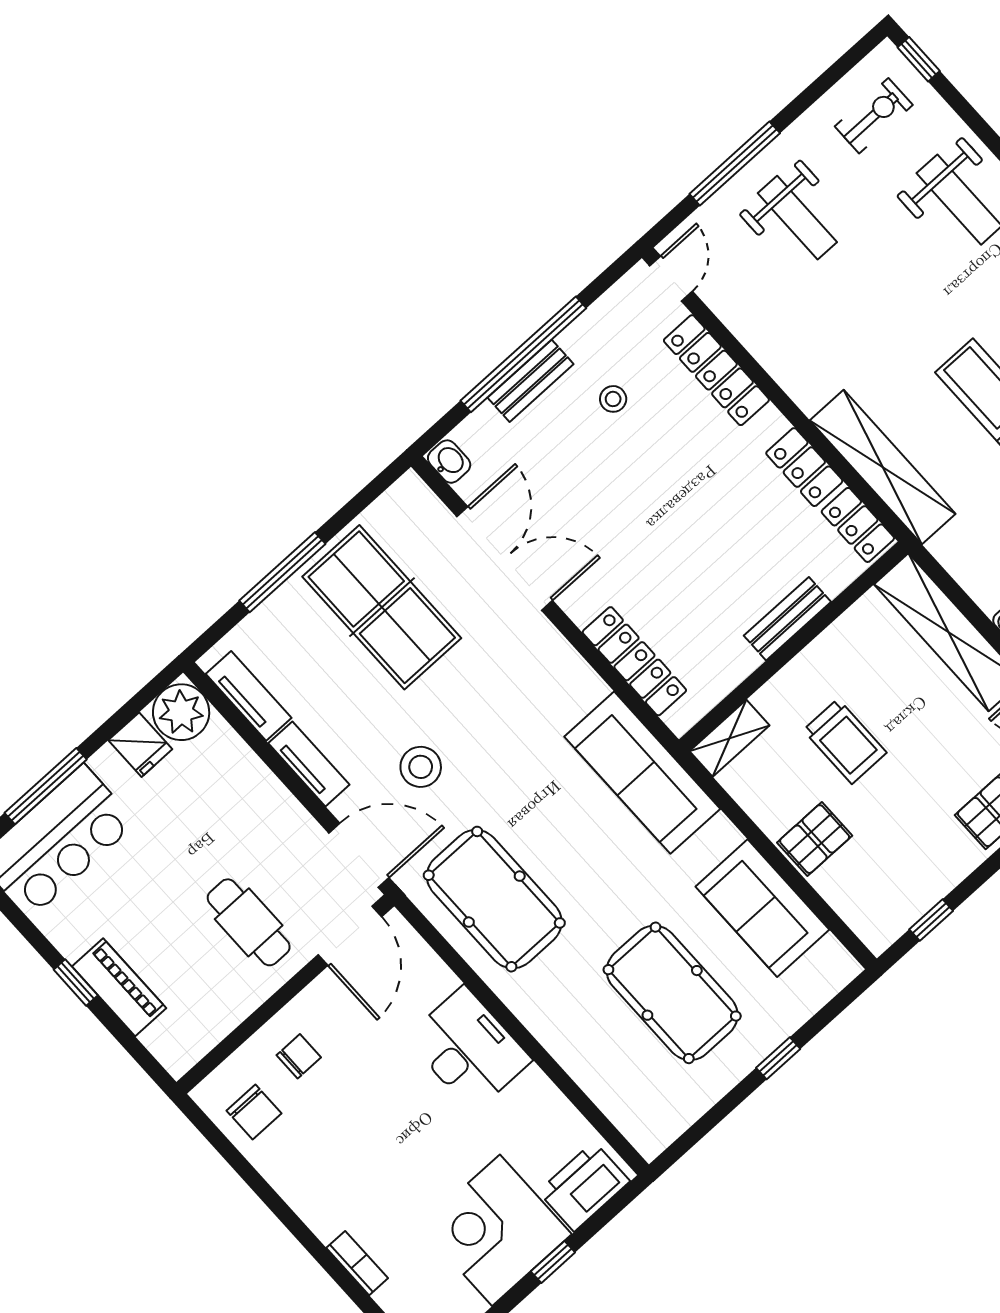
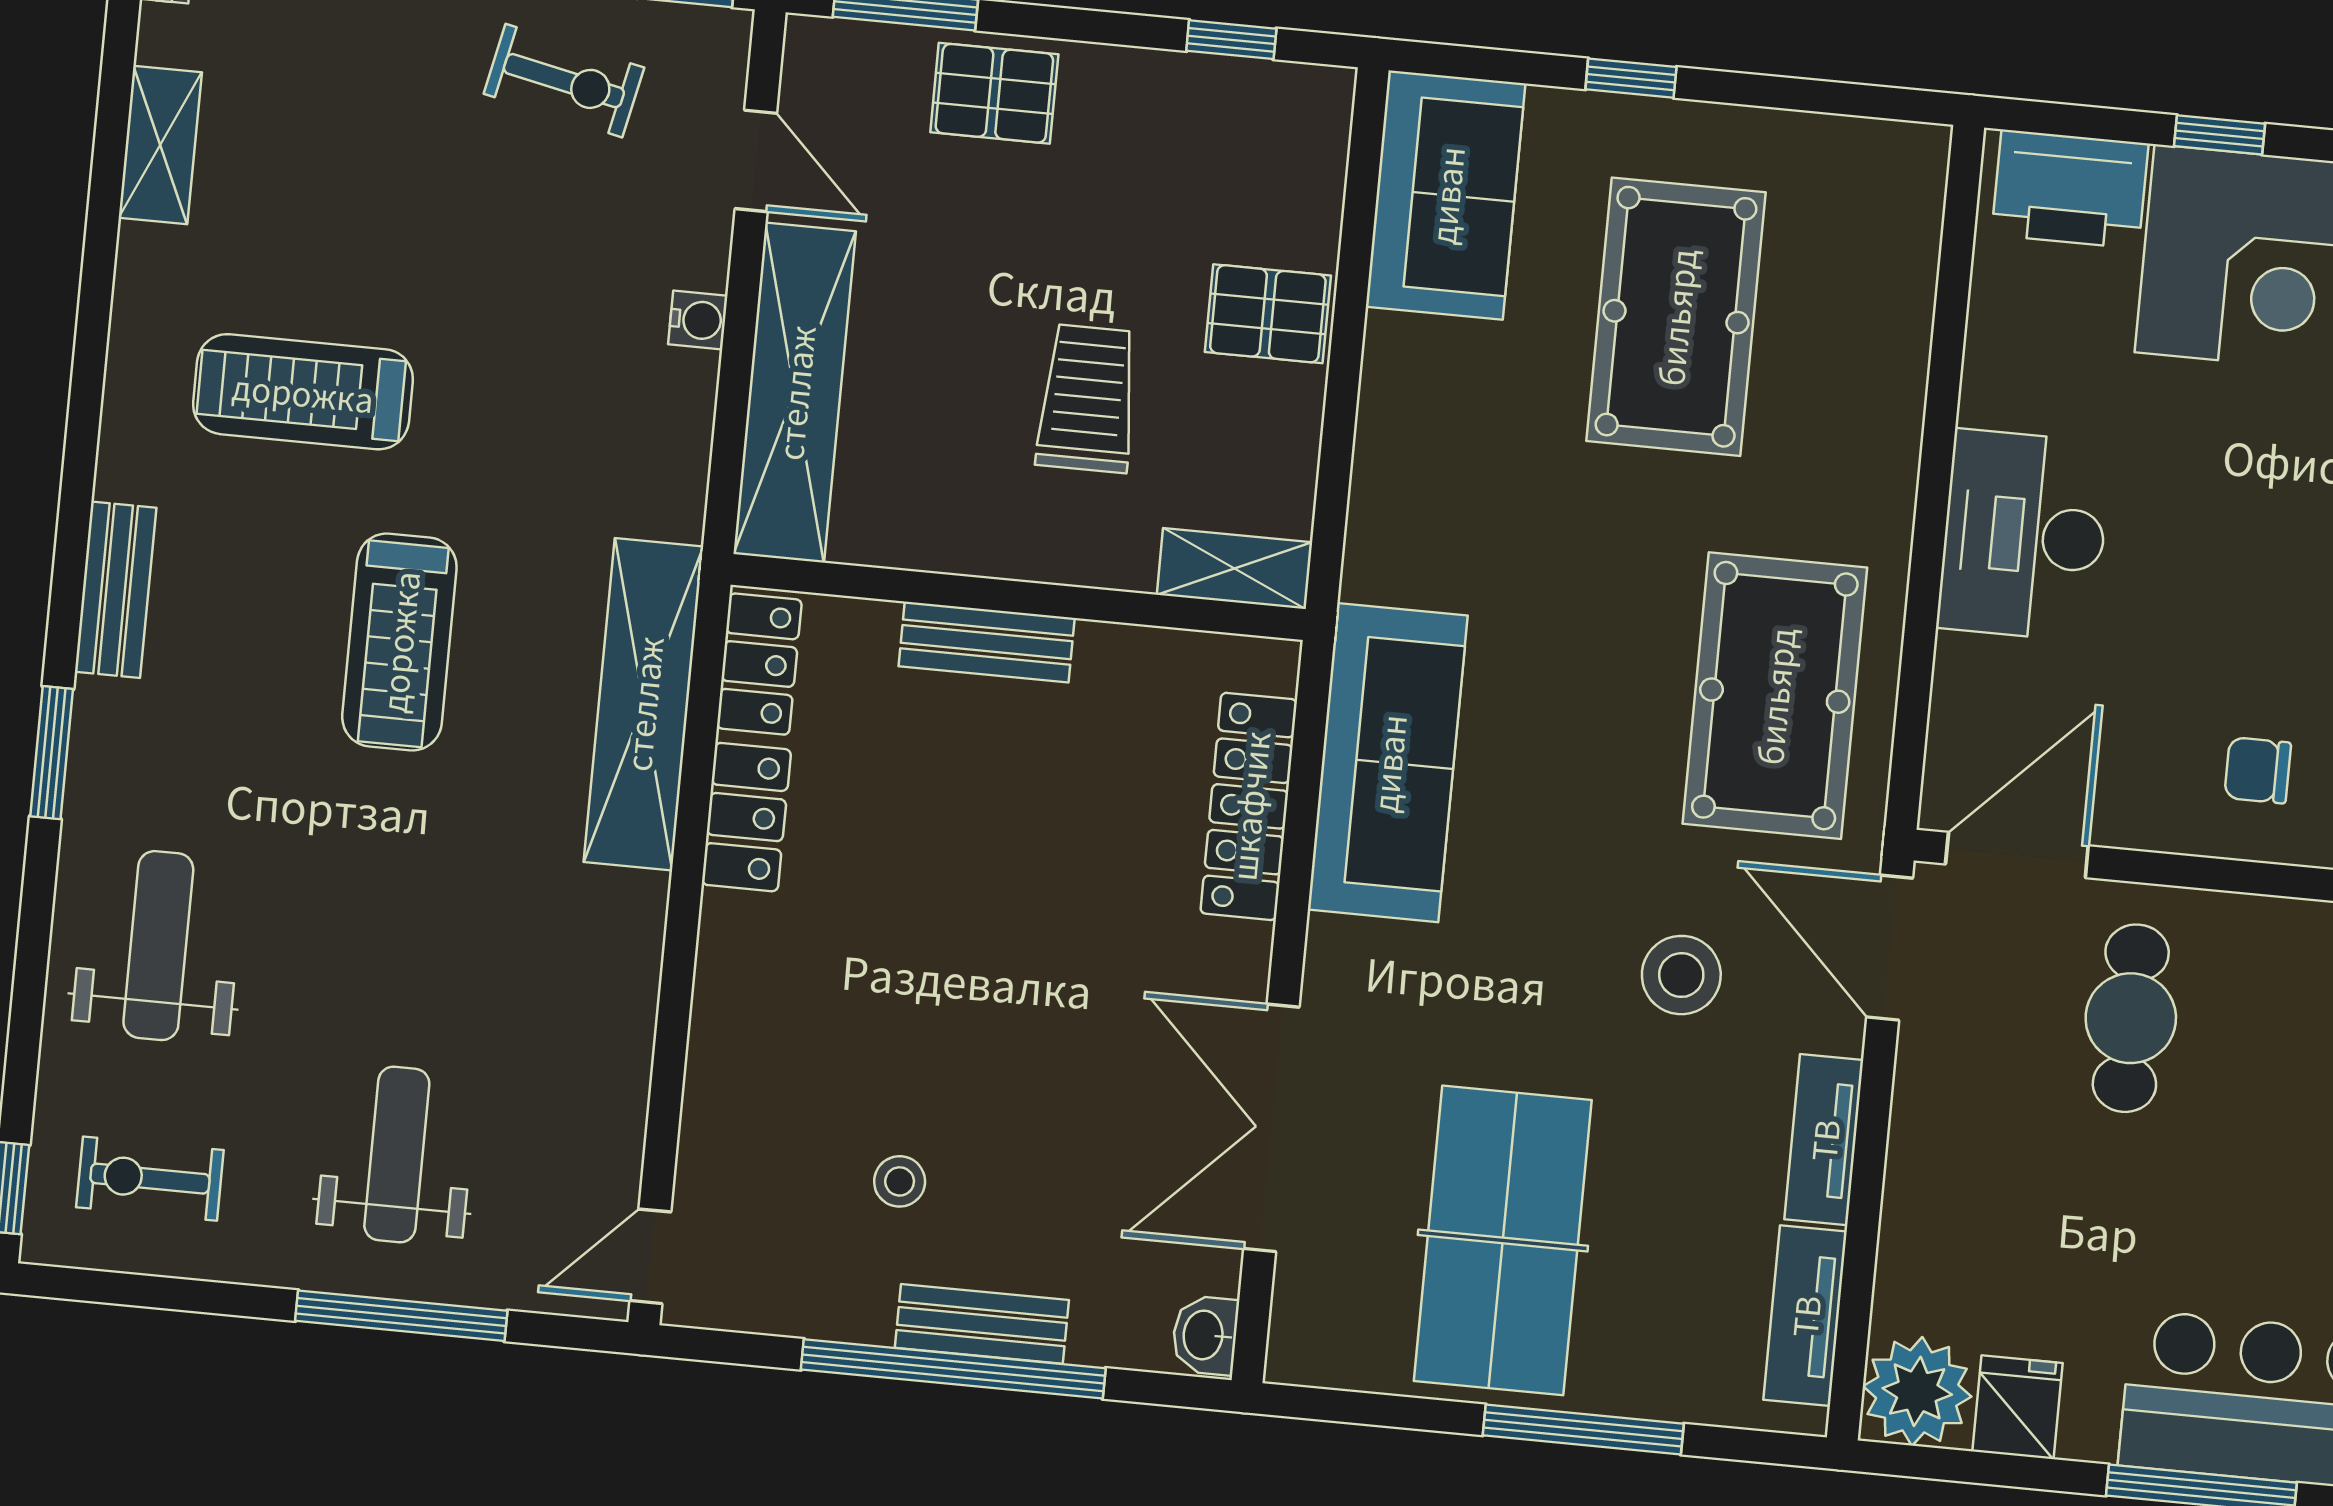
locker: (716, 370) -> (722, 1071), removed
sofa: (642, 773) -> (1388, 763), moved
sofa: (762, 908) -> (1446, 195), moved

